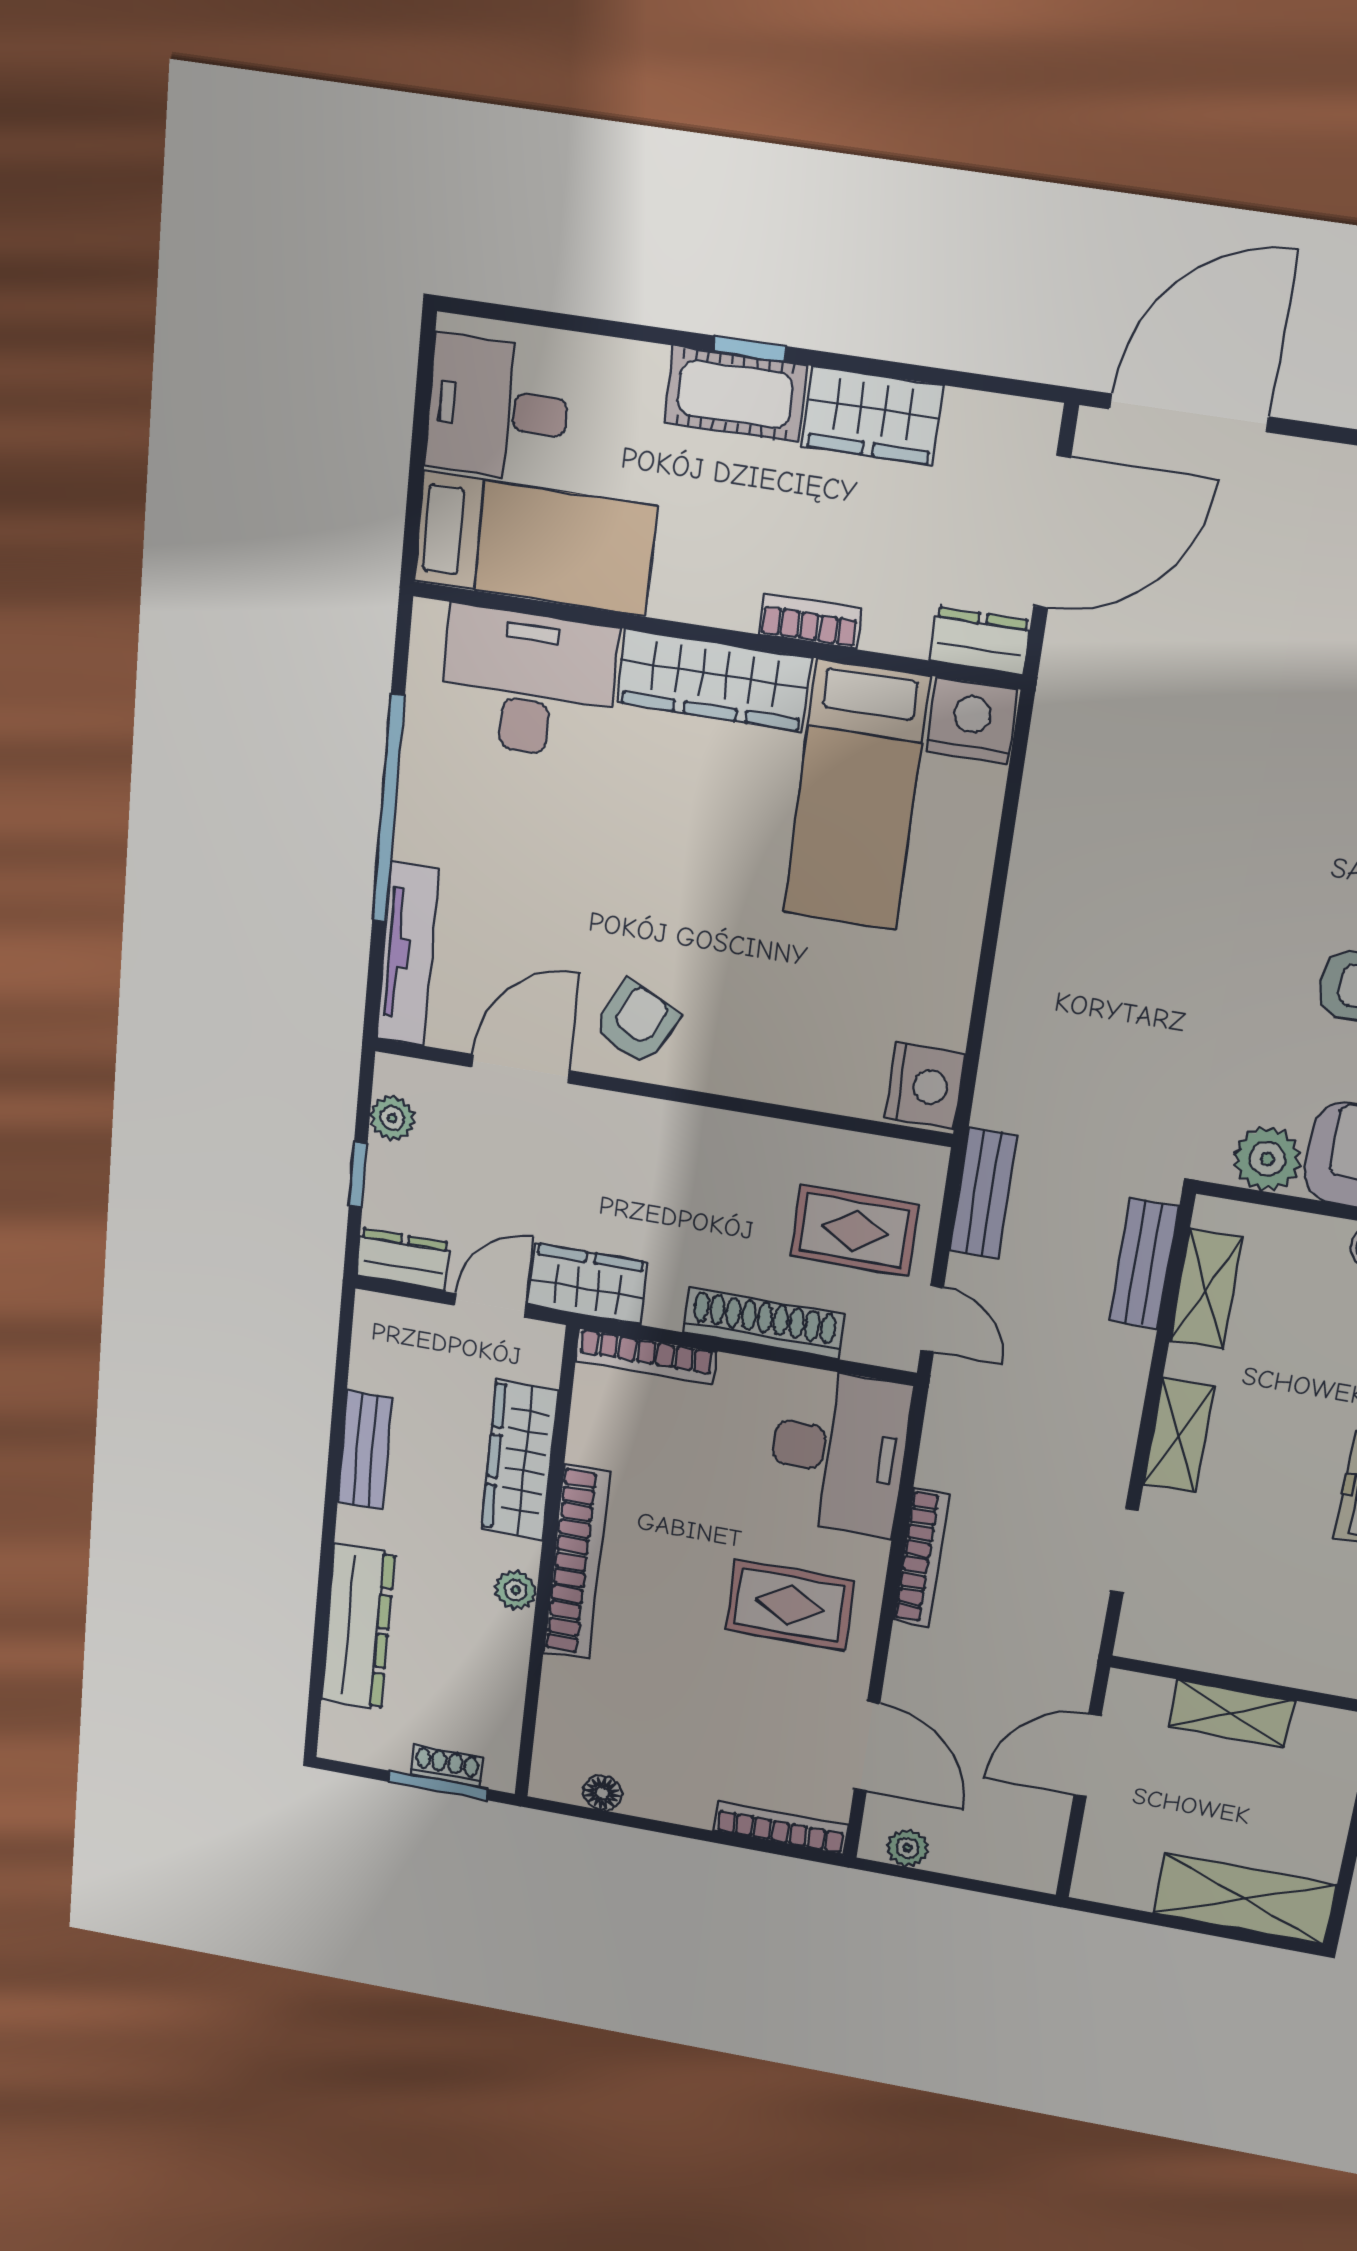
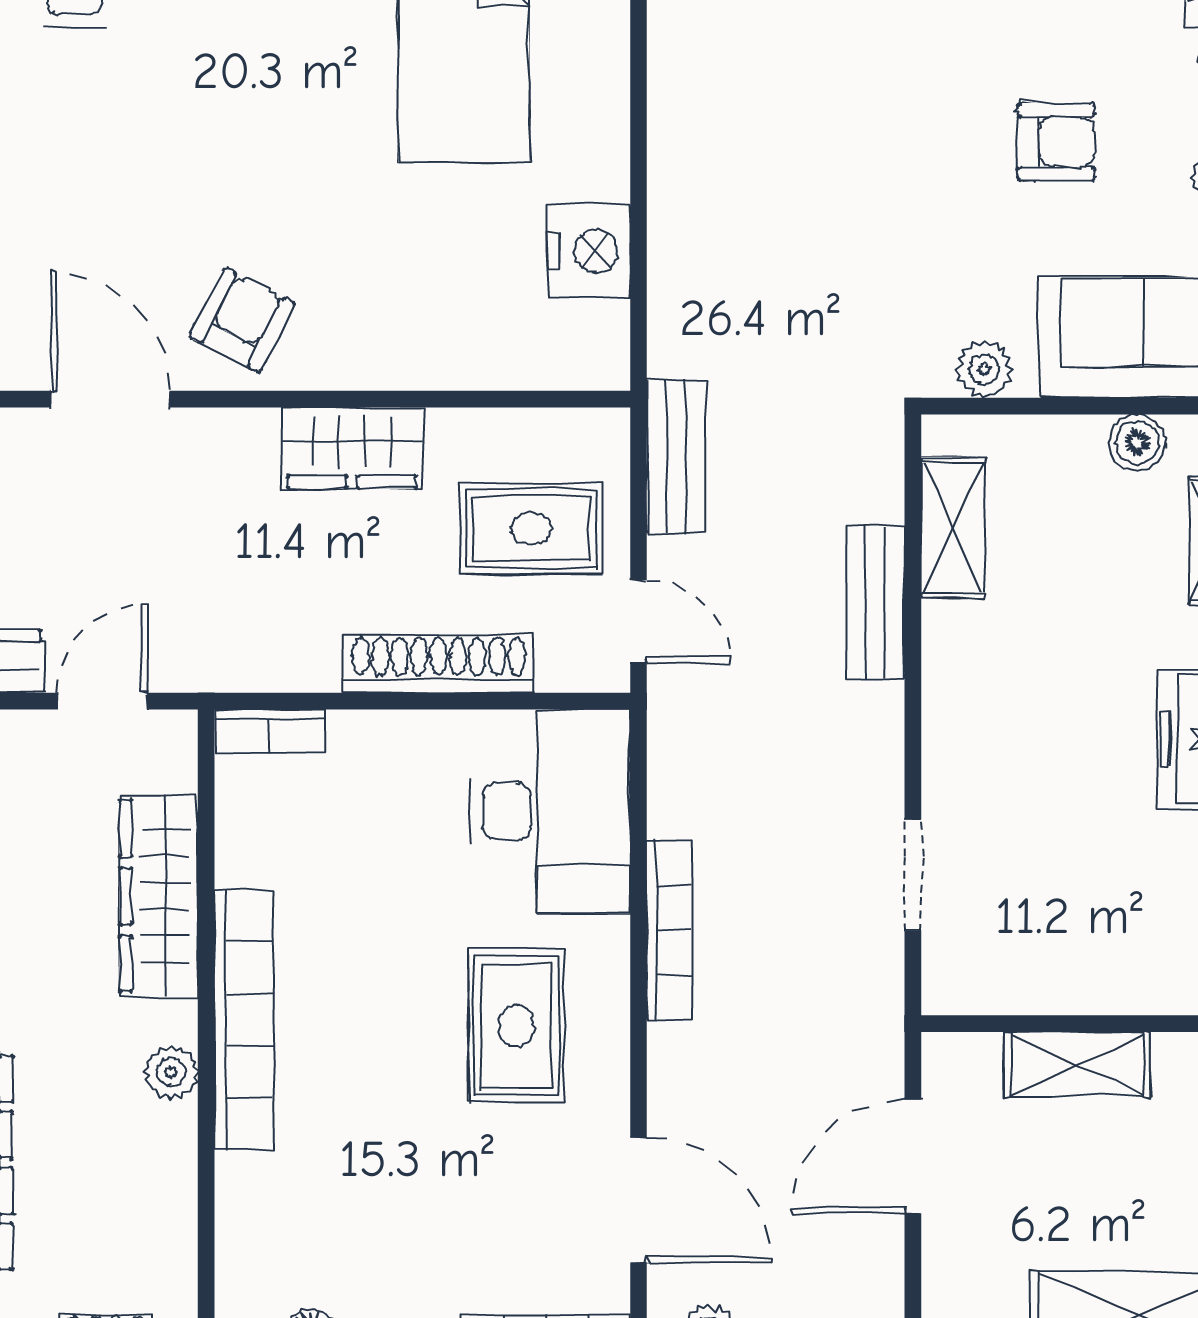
door: (520, 1069) -> (110, 399), hinge flipped
nightstand: (925, 1086) -> (589, 251), moved
plant: (1267, 1159) -> (984, 369), width x0.73, depth x0.73
bench: (1144, 1264) -> (875, 602), moved
wardrobe: (588, 1284) -> (352, 448), moved, turned 180
bookcase: (646, 1356) -> (269, 731), width x0.64
shelving: (1179, 1436) -> (952, 715), removed
rug: (790, 1605) -> (517, 1026), turned 90

